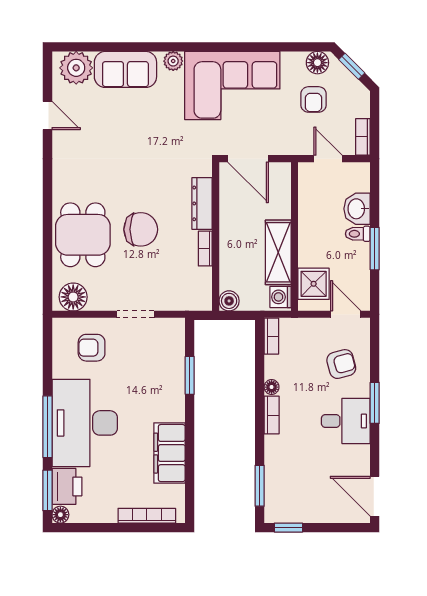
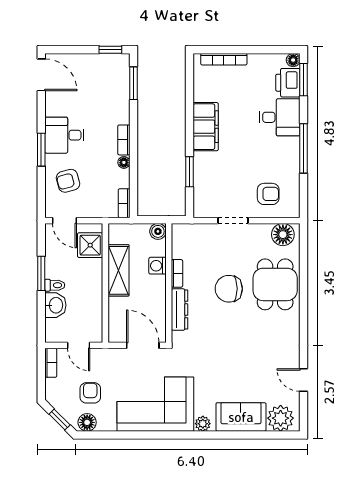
washing machine: (281, 297) -> (157, 266), moved, turned 180
desk: (85, 423) -> (280, 117), width x0.53, depth x0.77
window: (48, 427) -> (303, 148), moved
filing cabinet: (170, 453) -> (206, 127), moved

